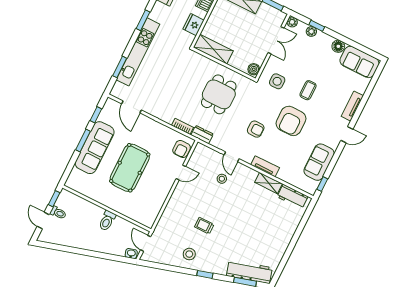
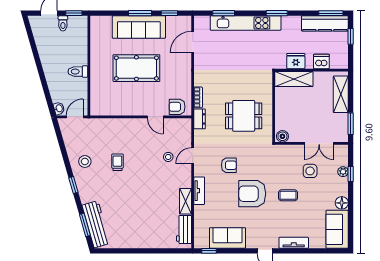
plant: (292, 22) -> (343, 150), removed
shelving: (213, 49) -> (294, 79), moved, turned 90
side table: (277, 81) -> (310, 171), moved
armchair: (256, 129) -> (229, 165), turned -91

